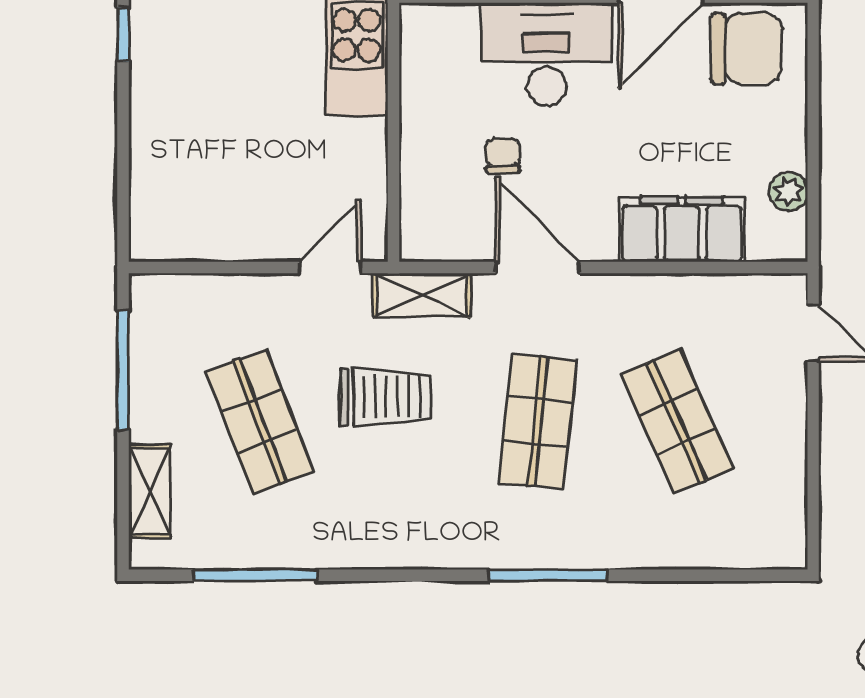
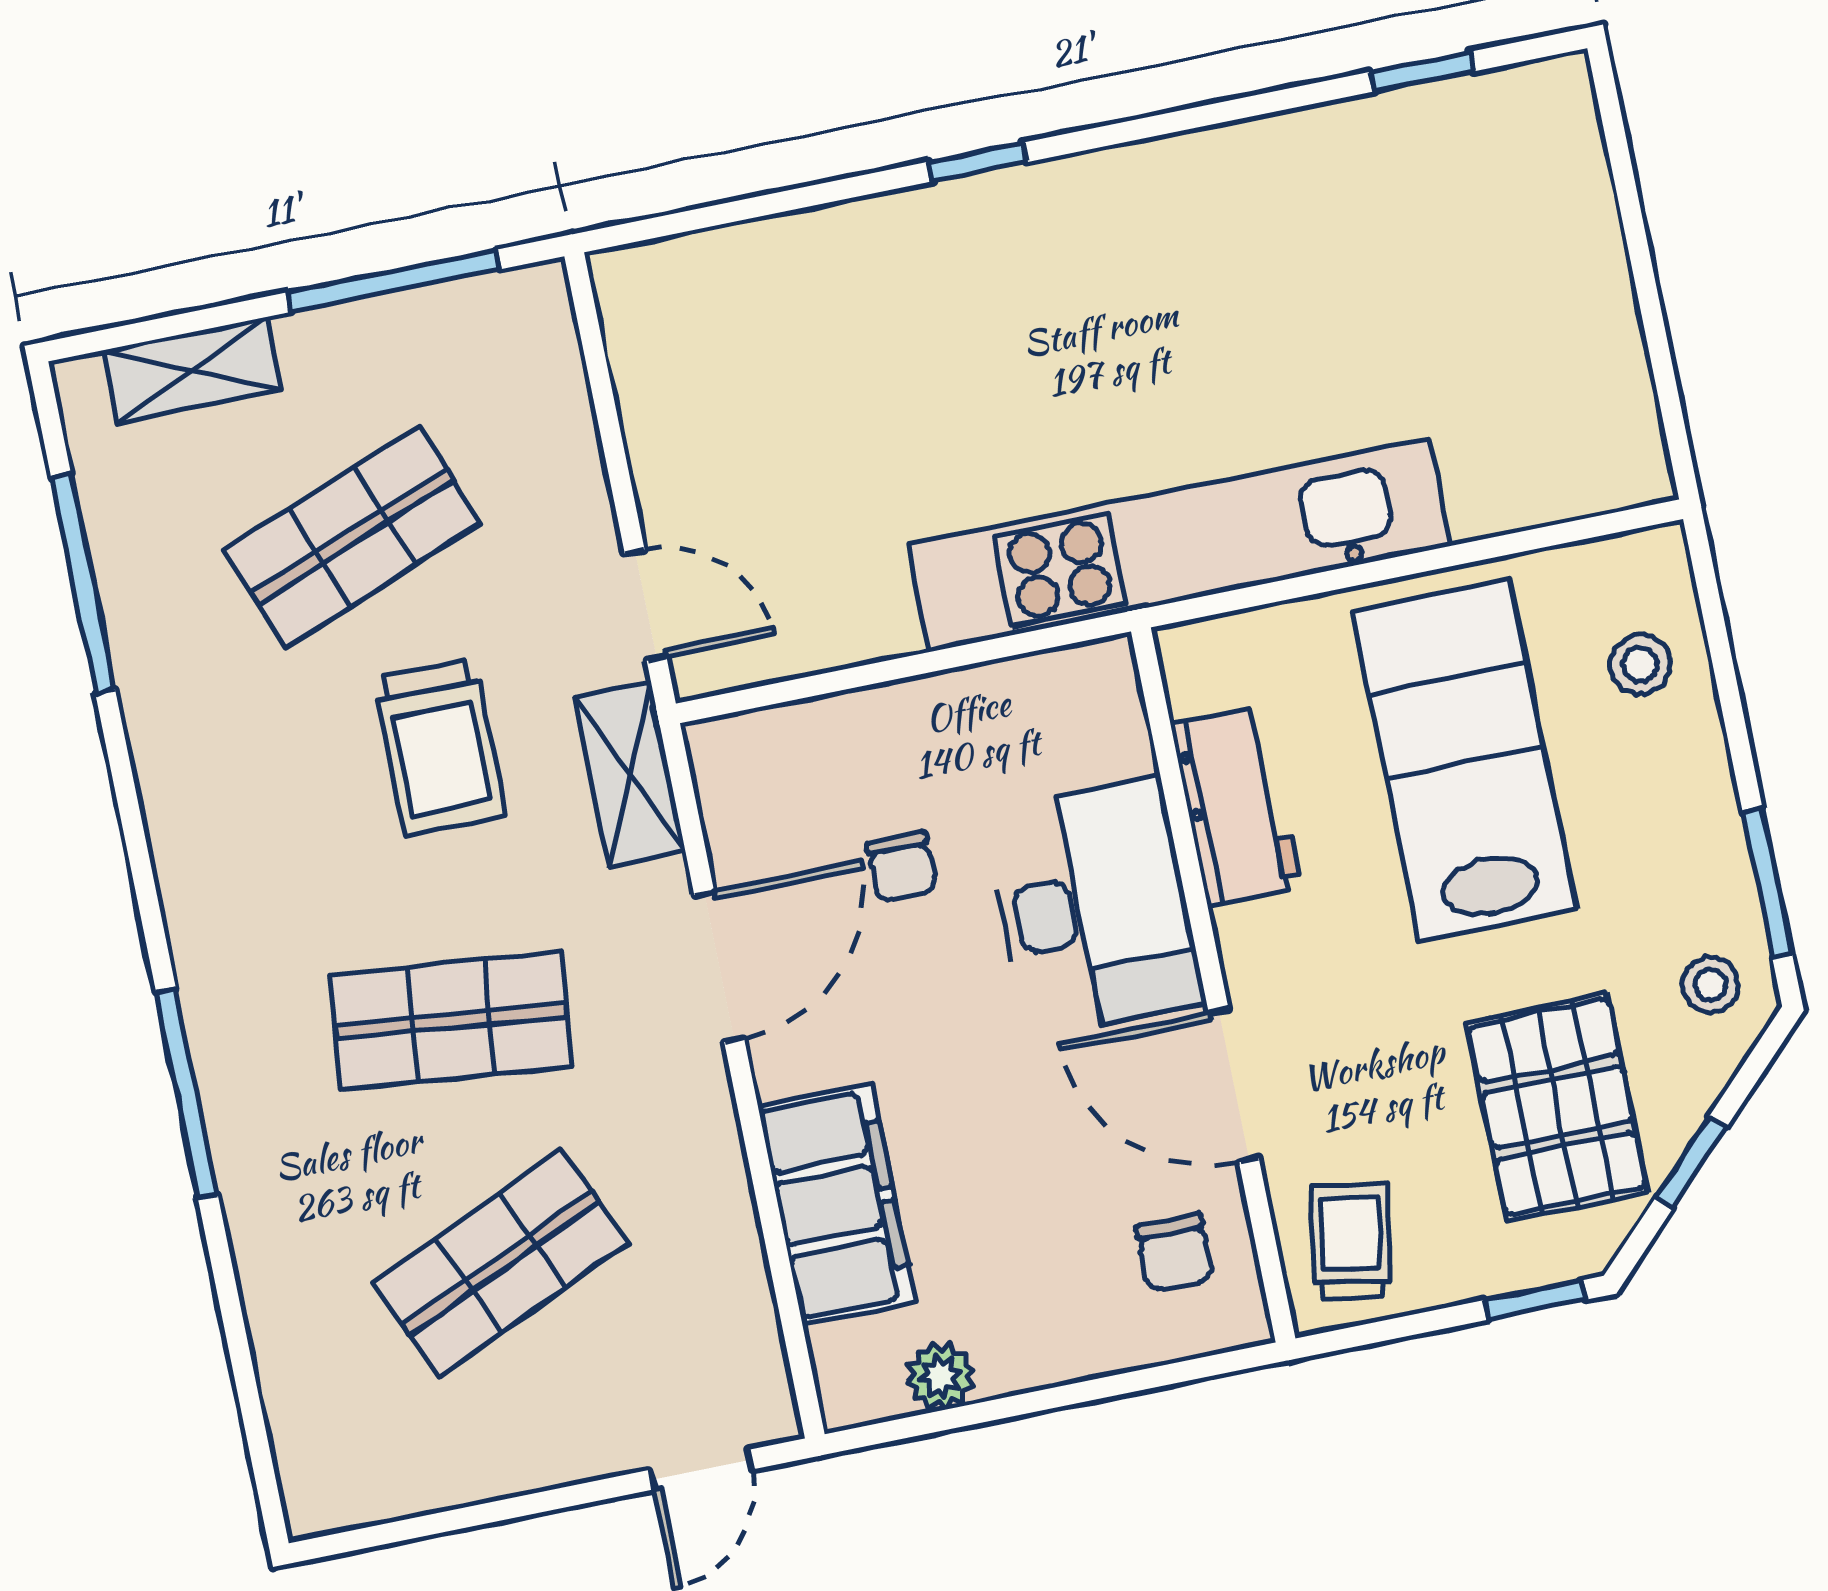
chair: (747, 48) -> (1175, 1253), width x0.54, depth x0.54
chair: (503, 156) -> (902, 867), turned 90

